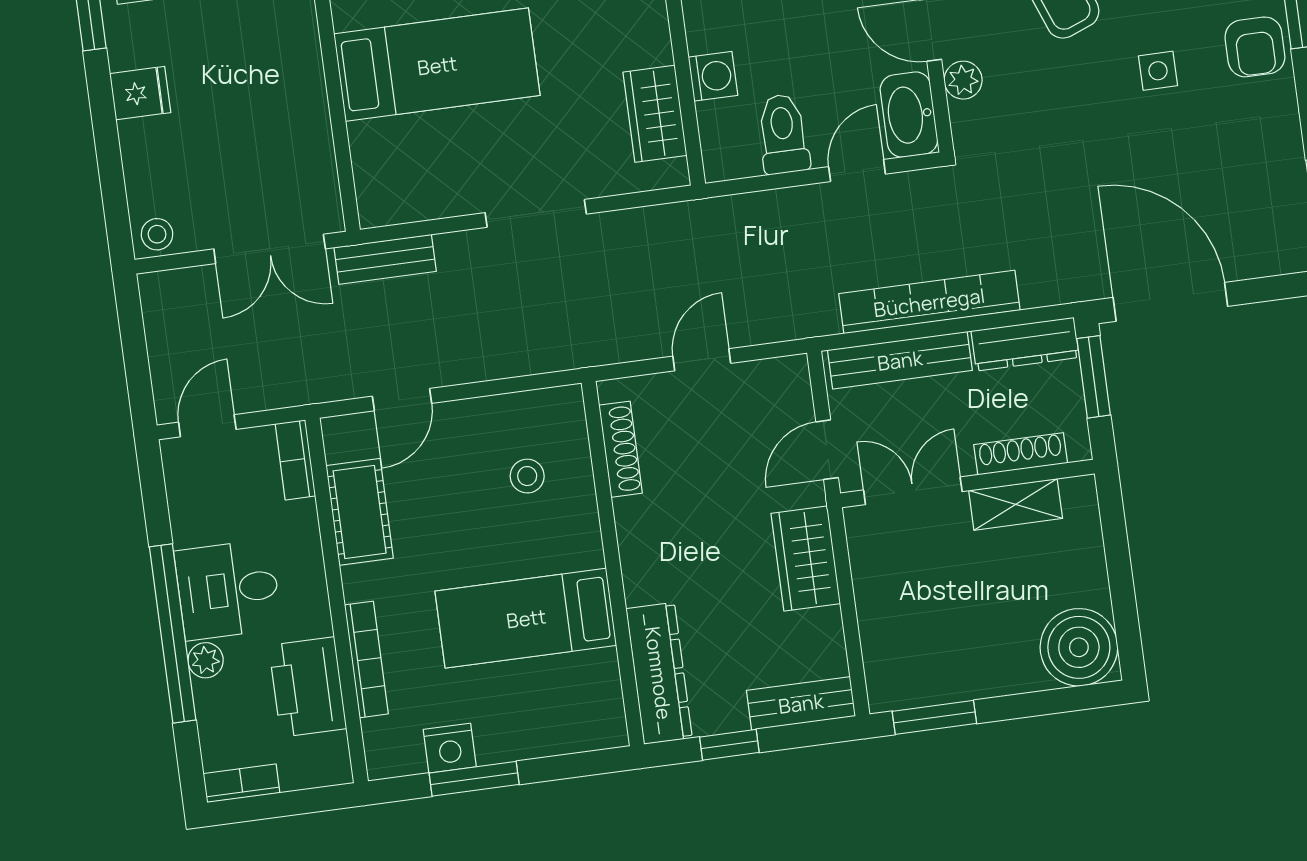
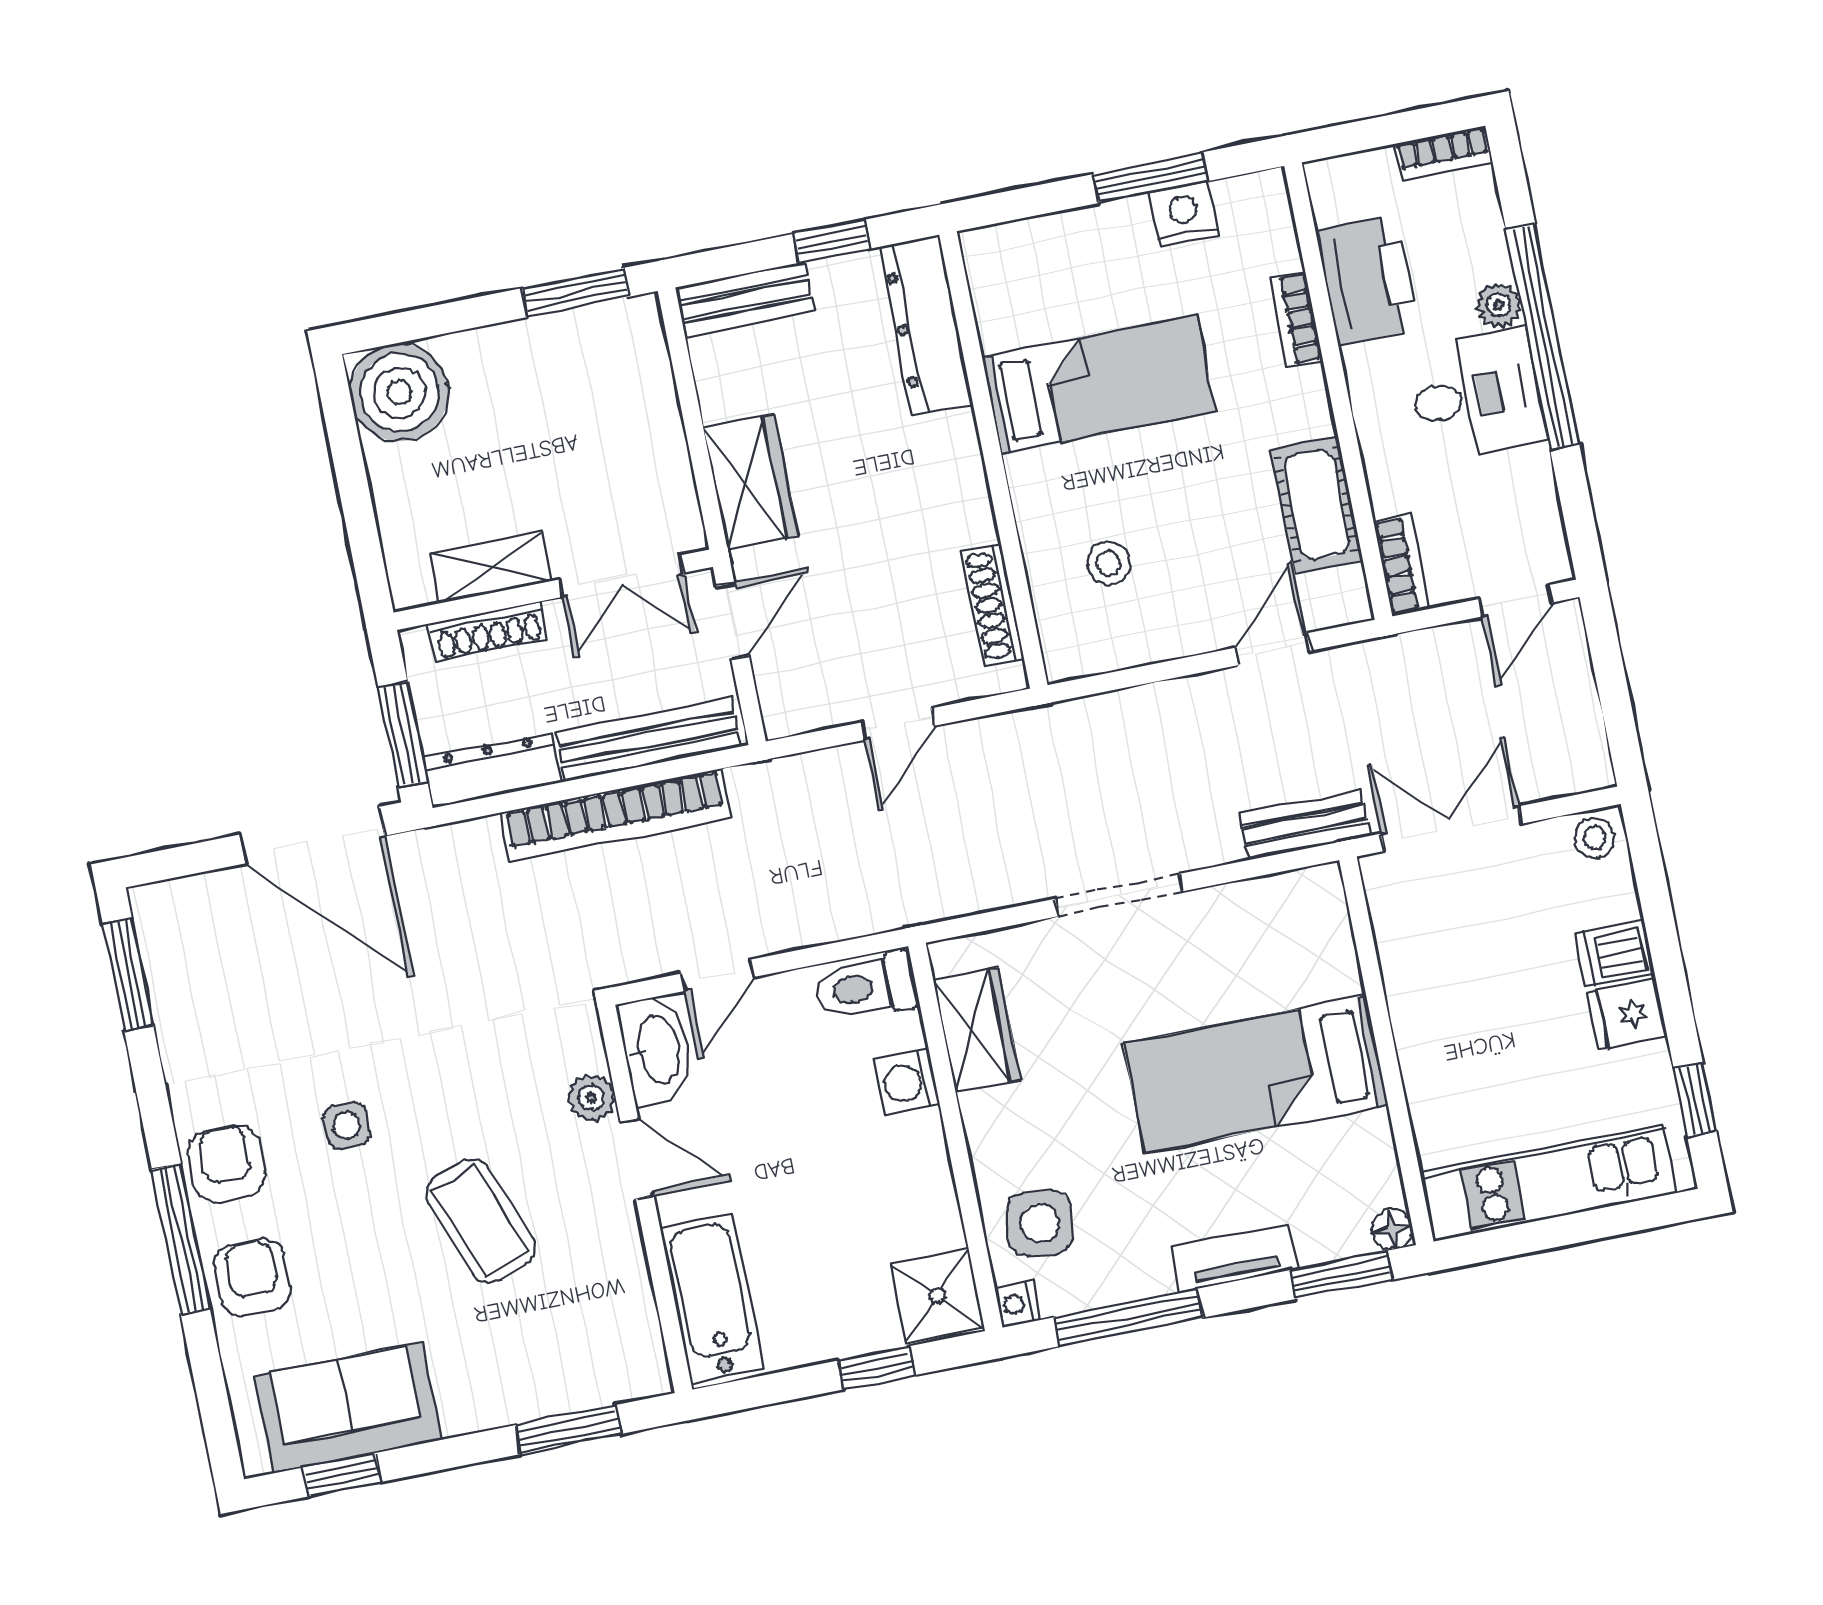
toilet: (783, 134) -> (866, 987), moved, turned 90
dishwasher: (147, 142) -> (1614, 954), added
bookcase: (366, 659) -> (1296, 319), width x0.64

